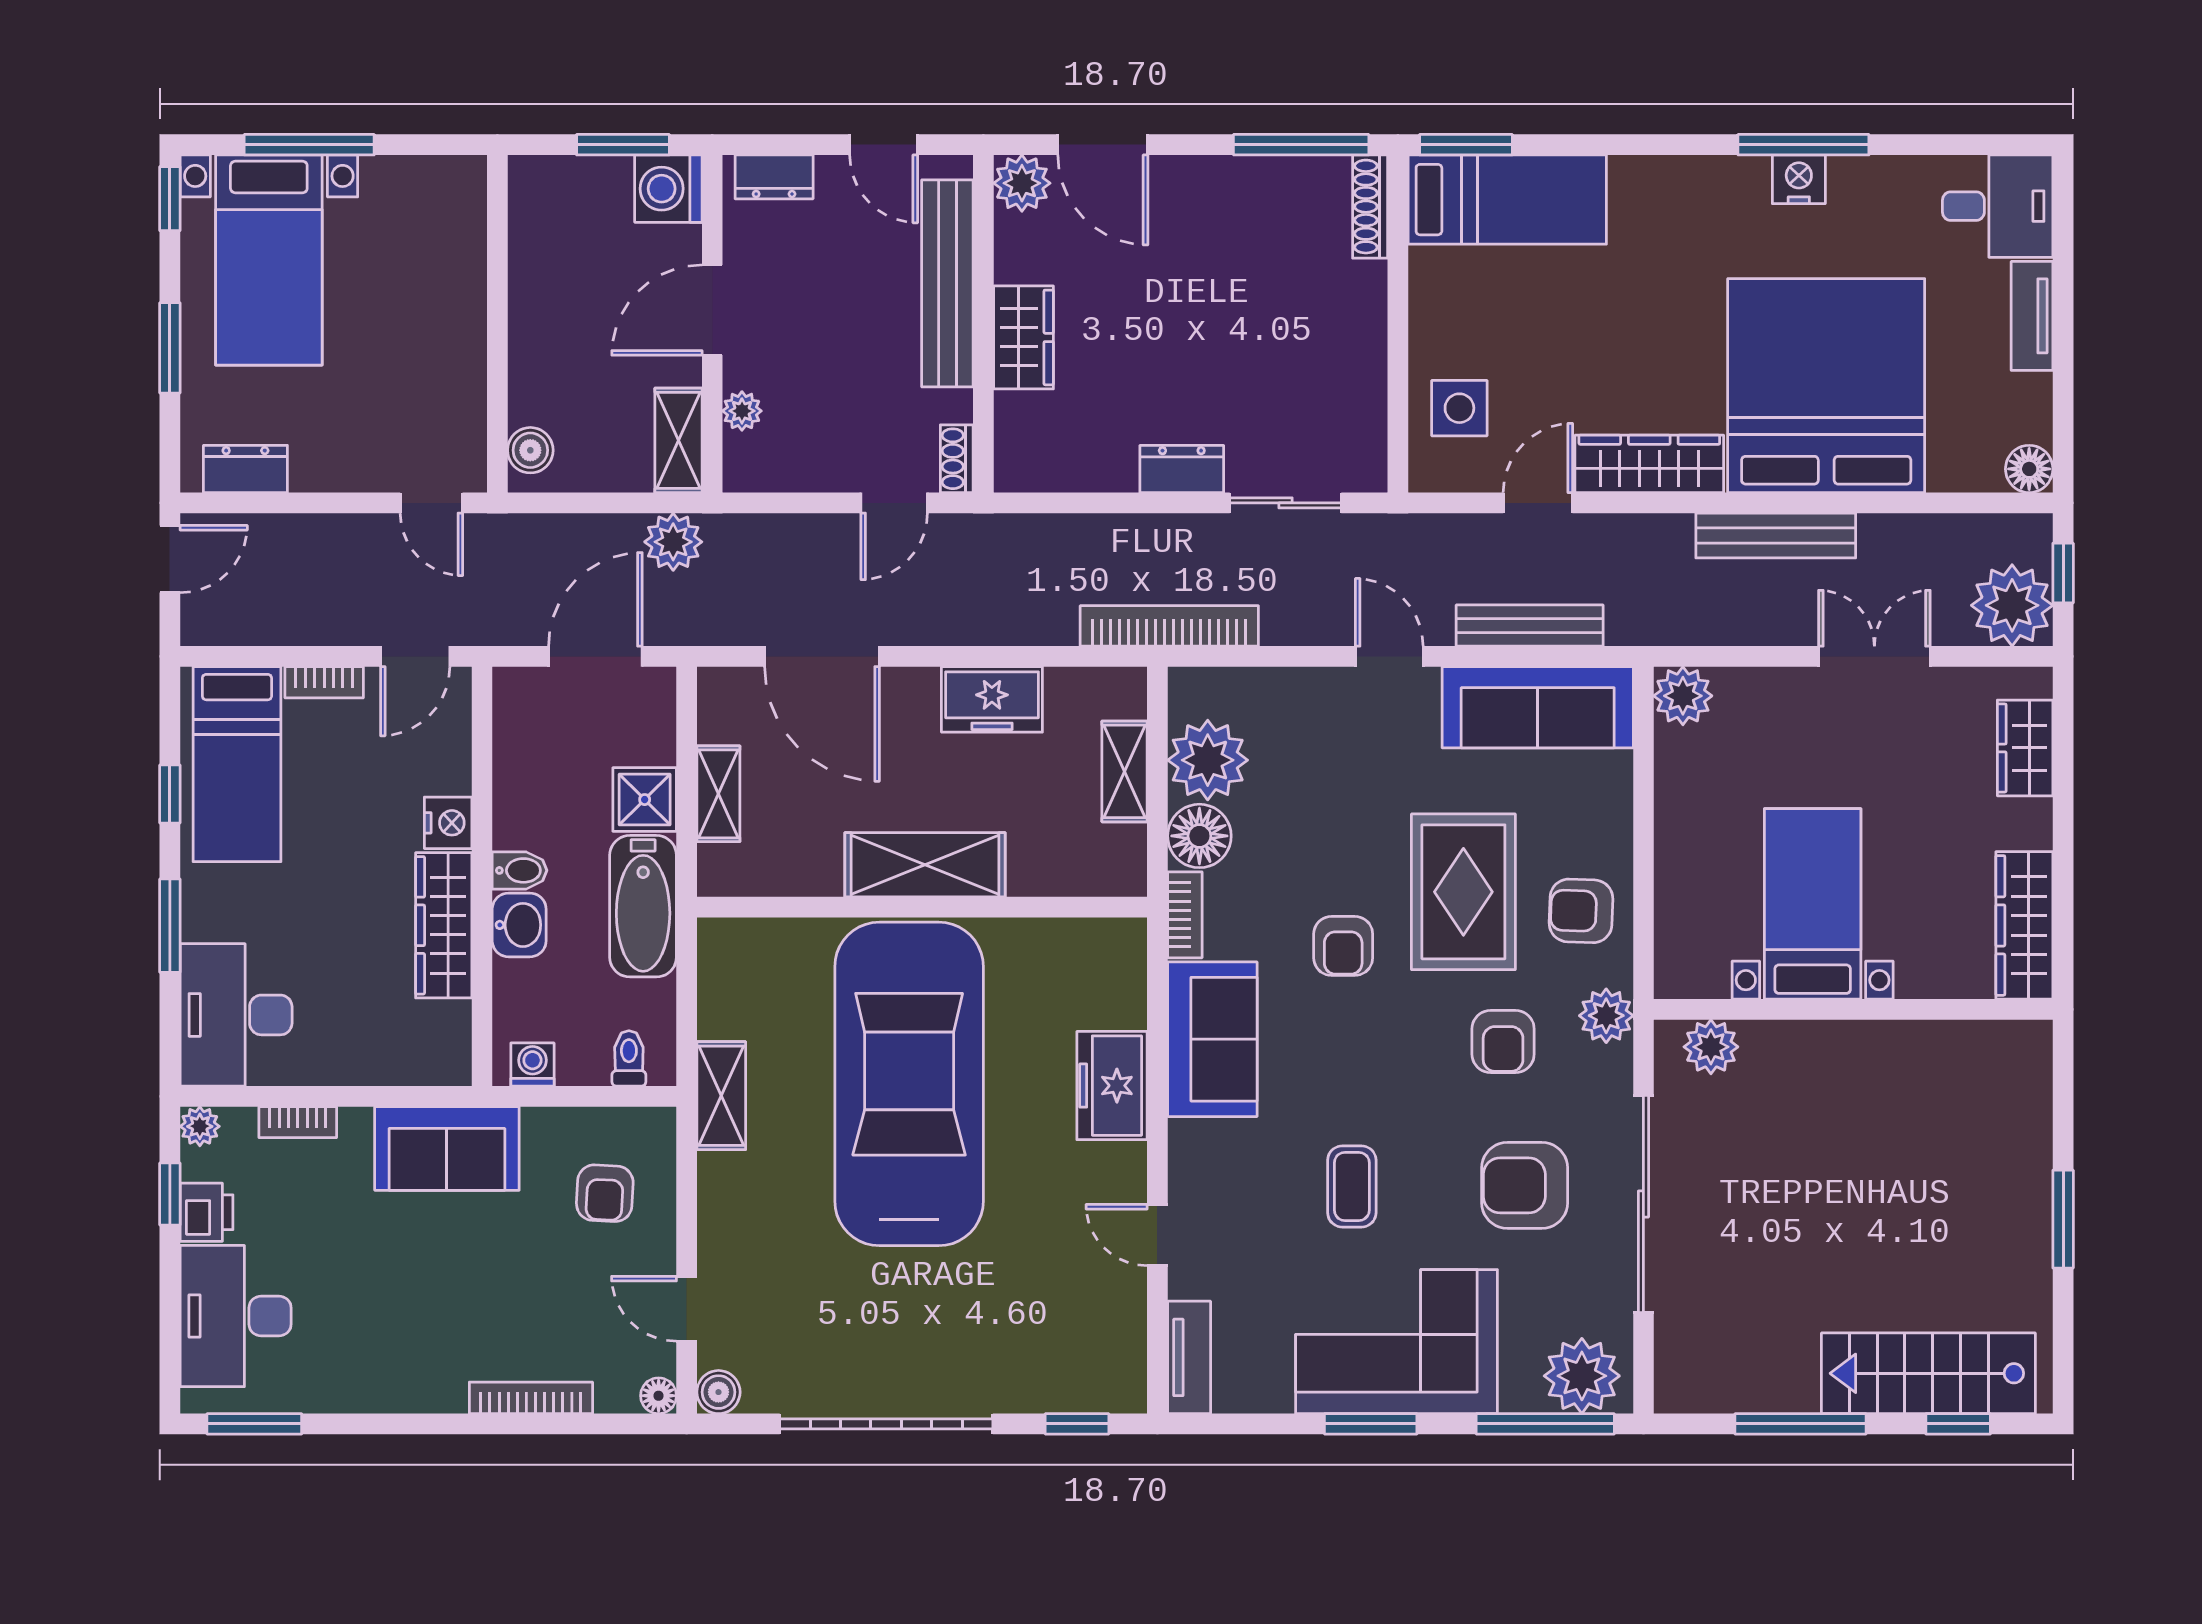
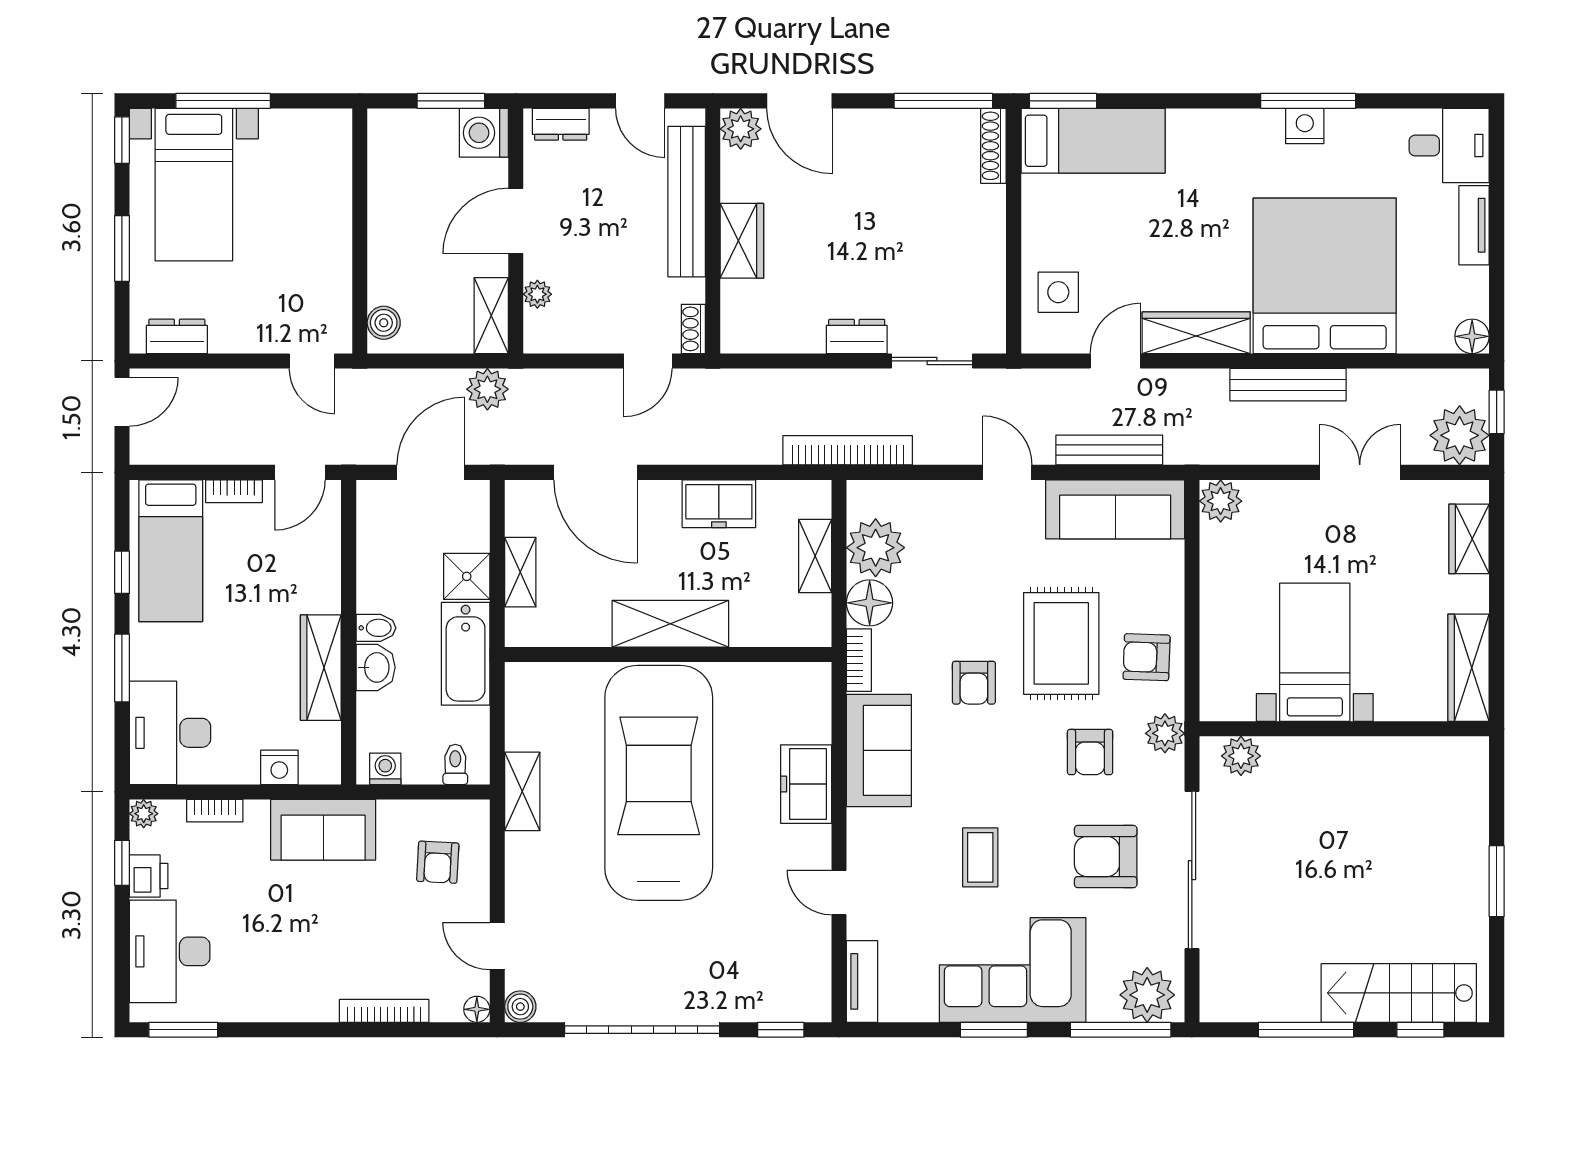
nightstand: (448, 823) -> (279, 767), moved, turned 90

